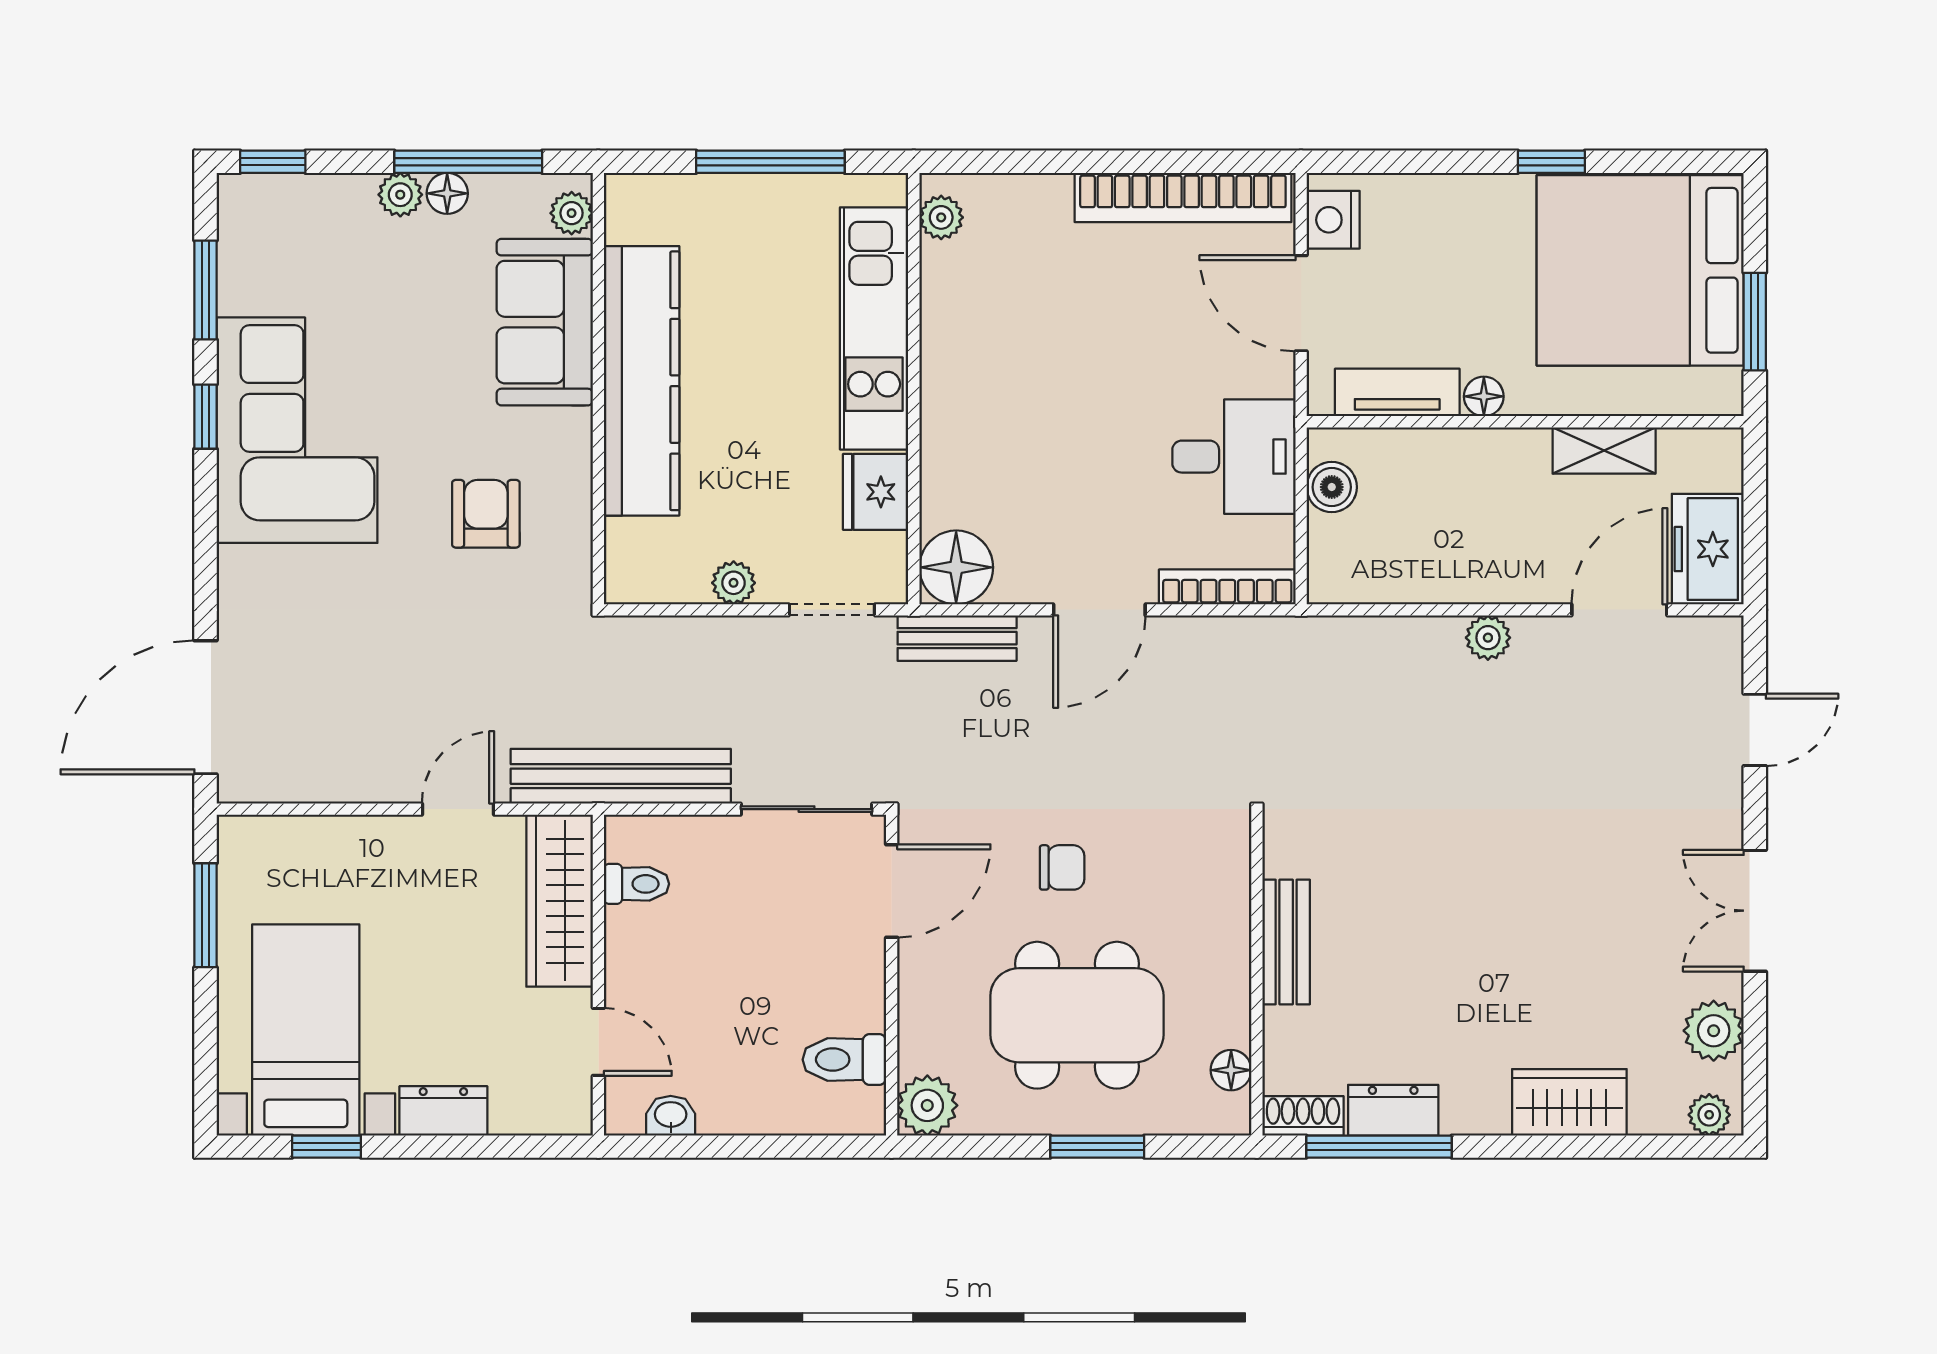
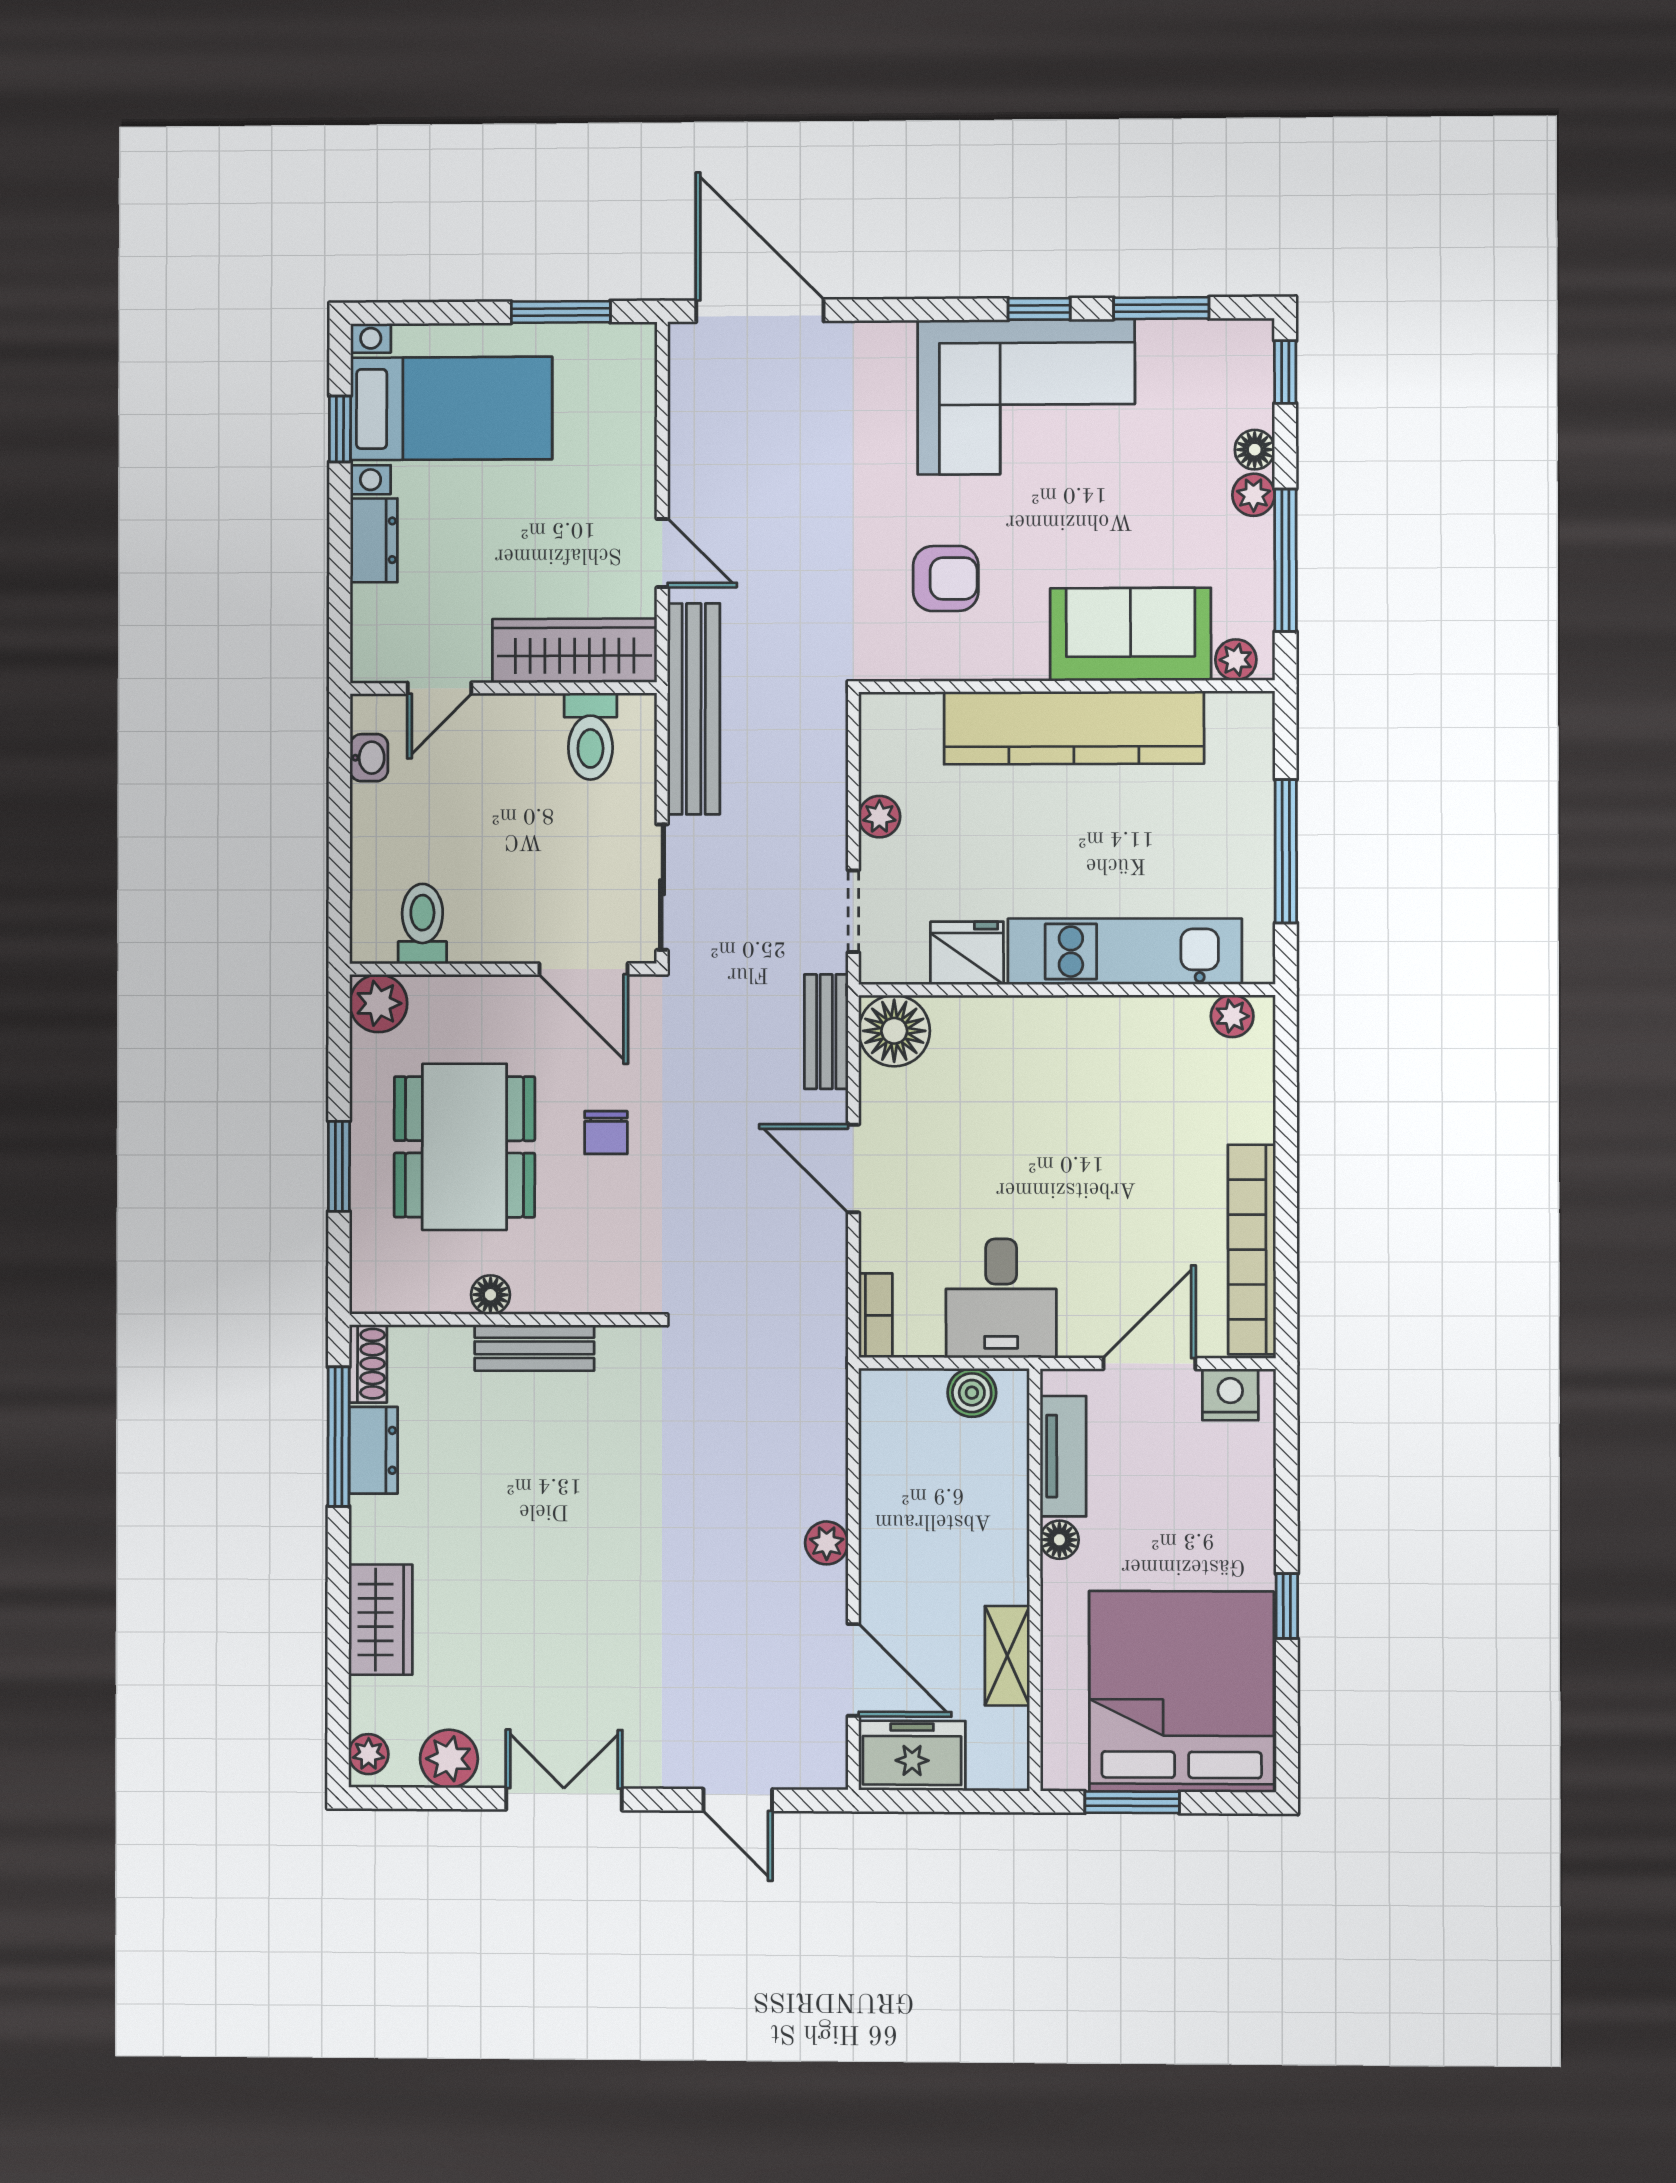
floor lamp: (447, 193) -> (1255, 450), moved
bookcase: (1227, 587) -> (876, 1315), width x0.64
toilet: (636, 884) -> (590, 736), width x1.37, depth x1.39
floor lamp: (1231, 1070) -> (490, 1295), moved

